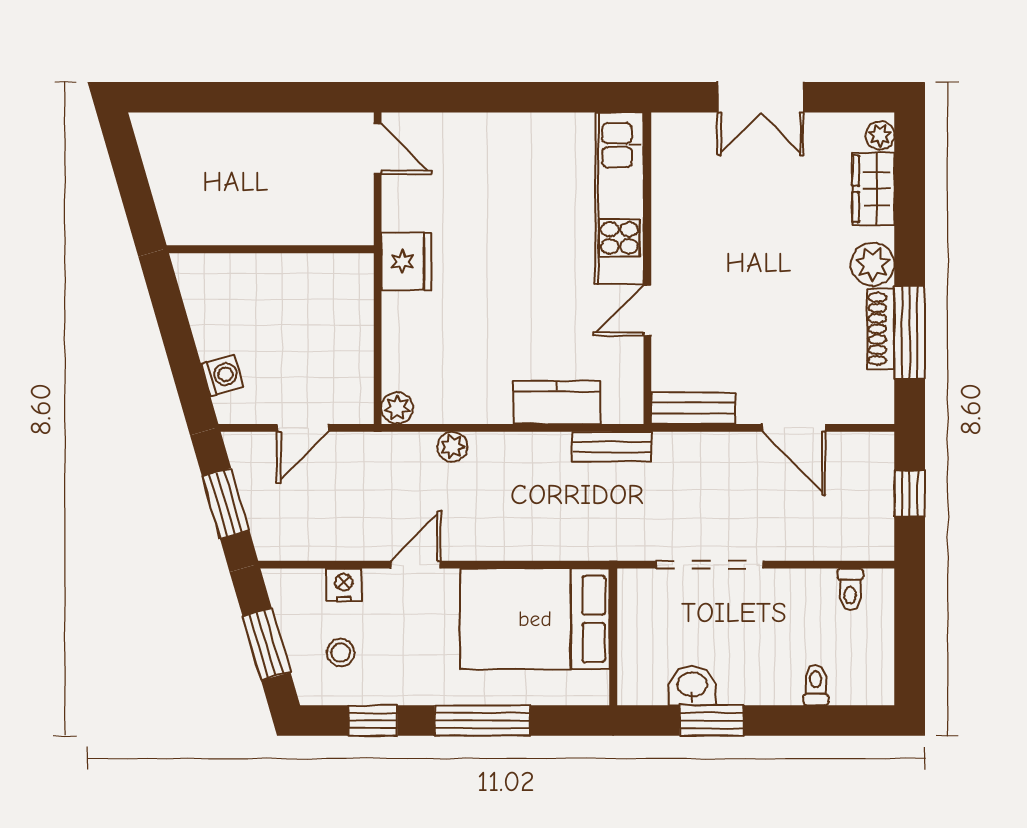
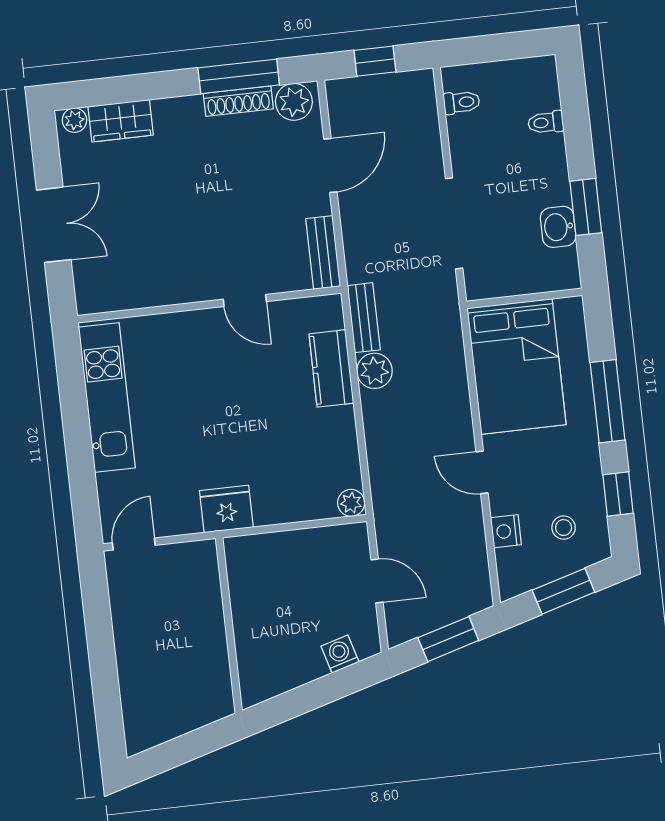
kitchen unit: (619, 198) -> (107, 398), moved, turned -90
plant: (873, 264) -> (294, 102), moved
plant: (452, 447) -> (374, 371), moved, width x1.38, depth x1.38

